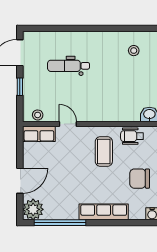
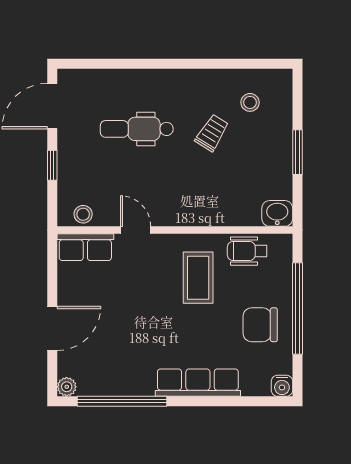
trolley: (112, 68) -> (212, 133), added
plant: (33, 209) -> (67, 387), width x0.53, depth x0.53

